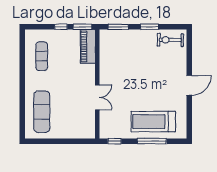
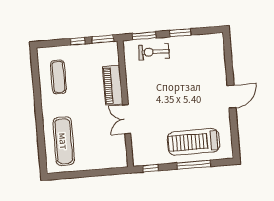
exercise bike: (170, 40) -> (154, 52), moved
piano: (88, 46) -> (113, 85), moved
double door: (97, 97) -> (127, 119), swing flipped

